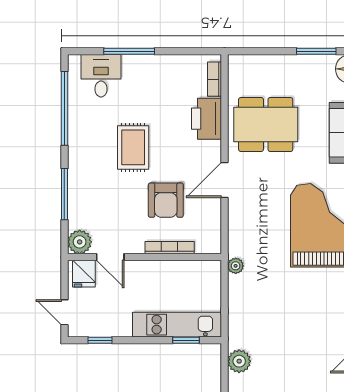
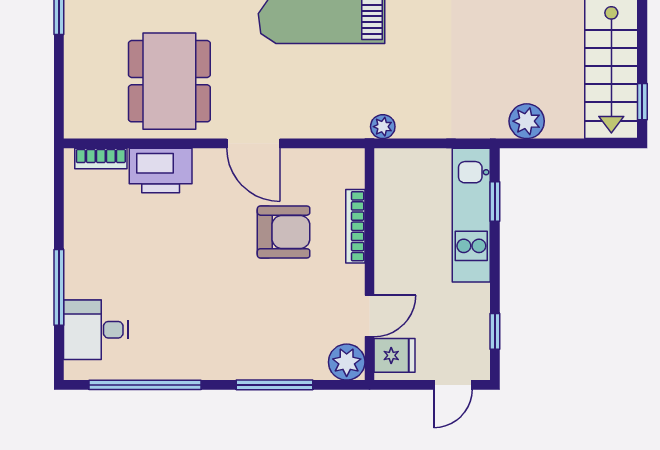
rug: (133, 147) -> (204, 281), removed

